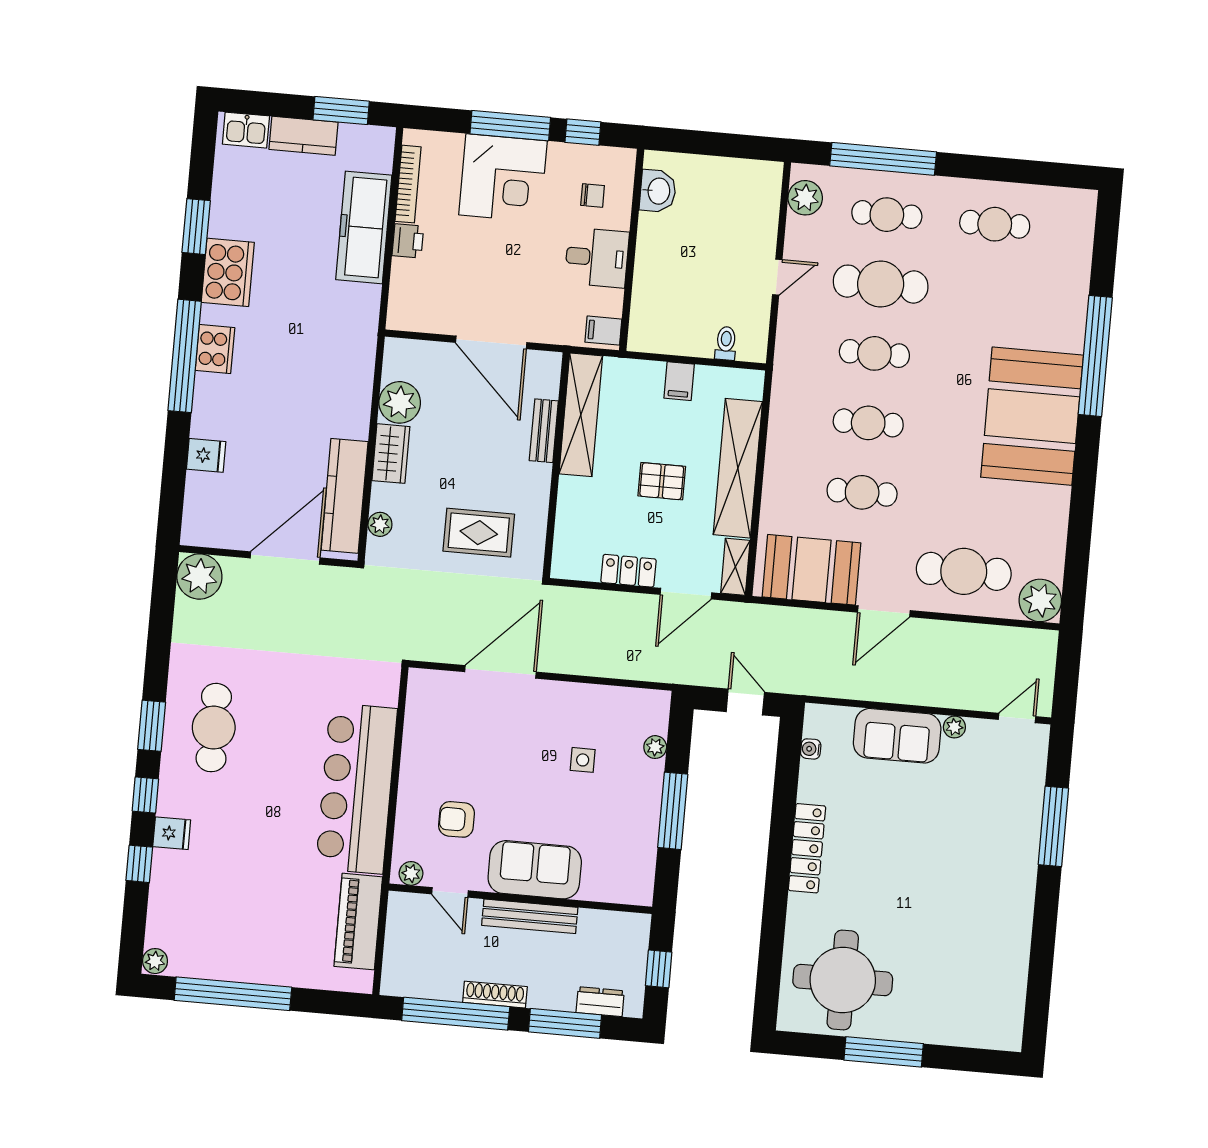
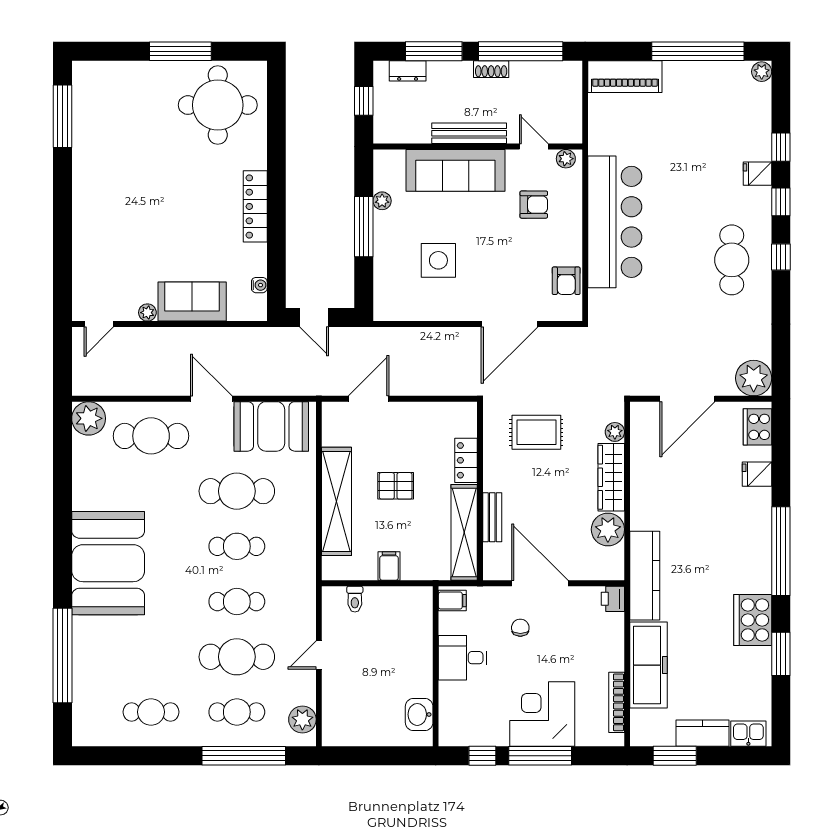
chair: (593, 195) -> (520, 628), moved, turned 90
printer: (408, 241) -> (613, 599), moved
cooker: (215, 349) -> (757, 427), moved
window: (1095, 356) -> (62, 655), moved
wardrobe: (391, 454) -> (611, 477), width x1.50
cafe table: (862, 492) -> (237, 491), width x1.37, depth x1.35
kitchen counter: (345, 496) -> (645, 576), moved
shelving: (735, 567) -> (332, 423), removed
locker: (629, 571) -> (466, 460), moved, turned 90
door: (884, 611) -> (211, 399), hinge flipped
armchair: (424, 720) -> (566, 281), added
window: (152, 726) -> (781, 257), width x0.67
plant: (655, 747) -> (382, 201), moved
side table: (583, 760) -> (438, 260), width x1.87, depth x1.87
window: (1053, 826) -> (62, 116), moved
sofa: (535, 870) -> (455, 170), width x1.36
piano: (358, 922) -> (625, 77), moved, turned 90
shoe rack: (495, 995) -> (491, 69), width x0.70

